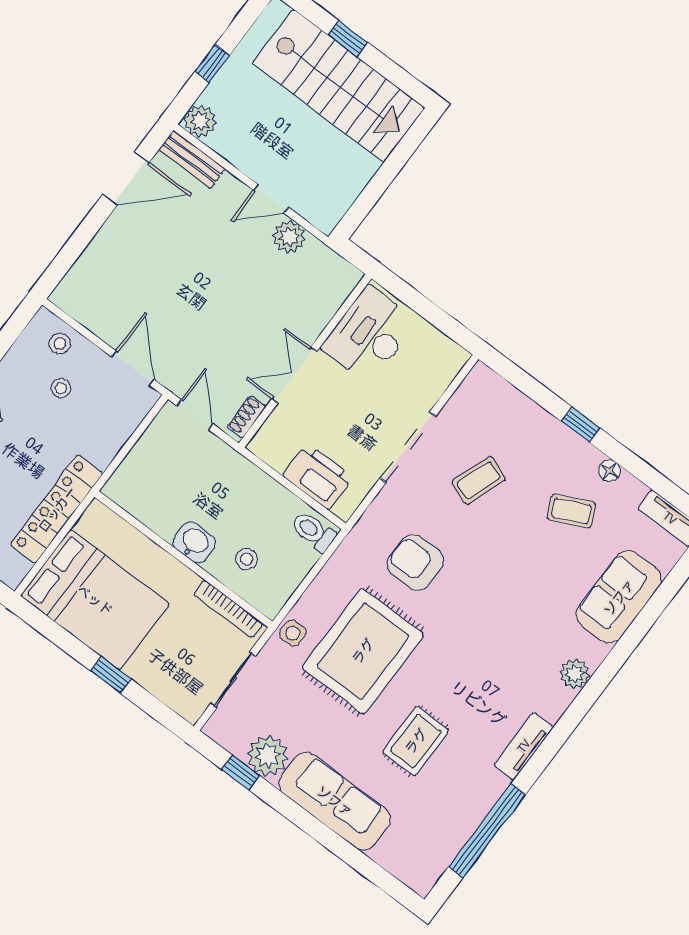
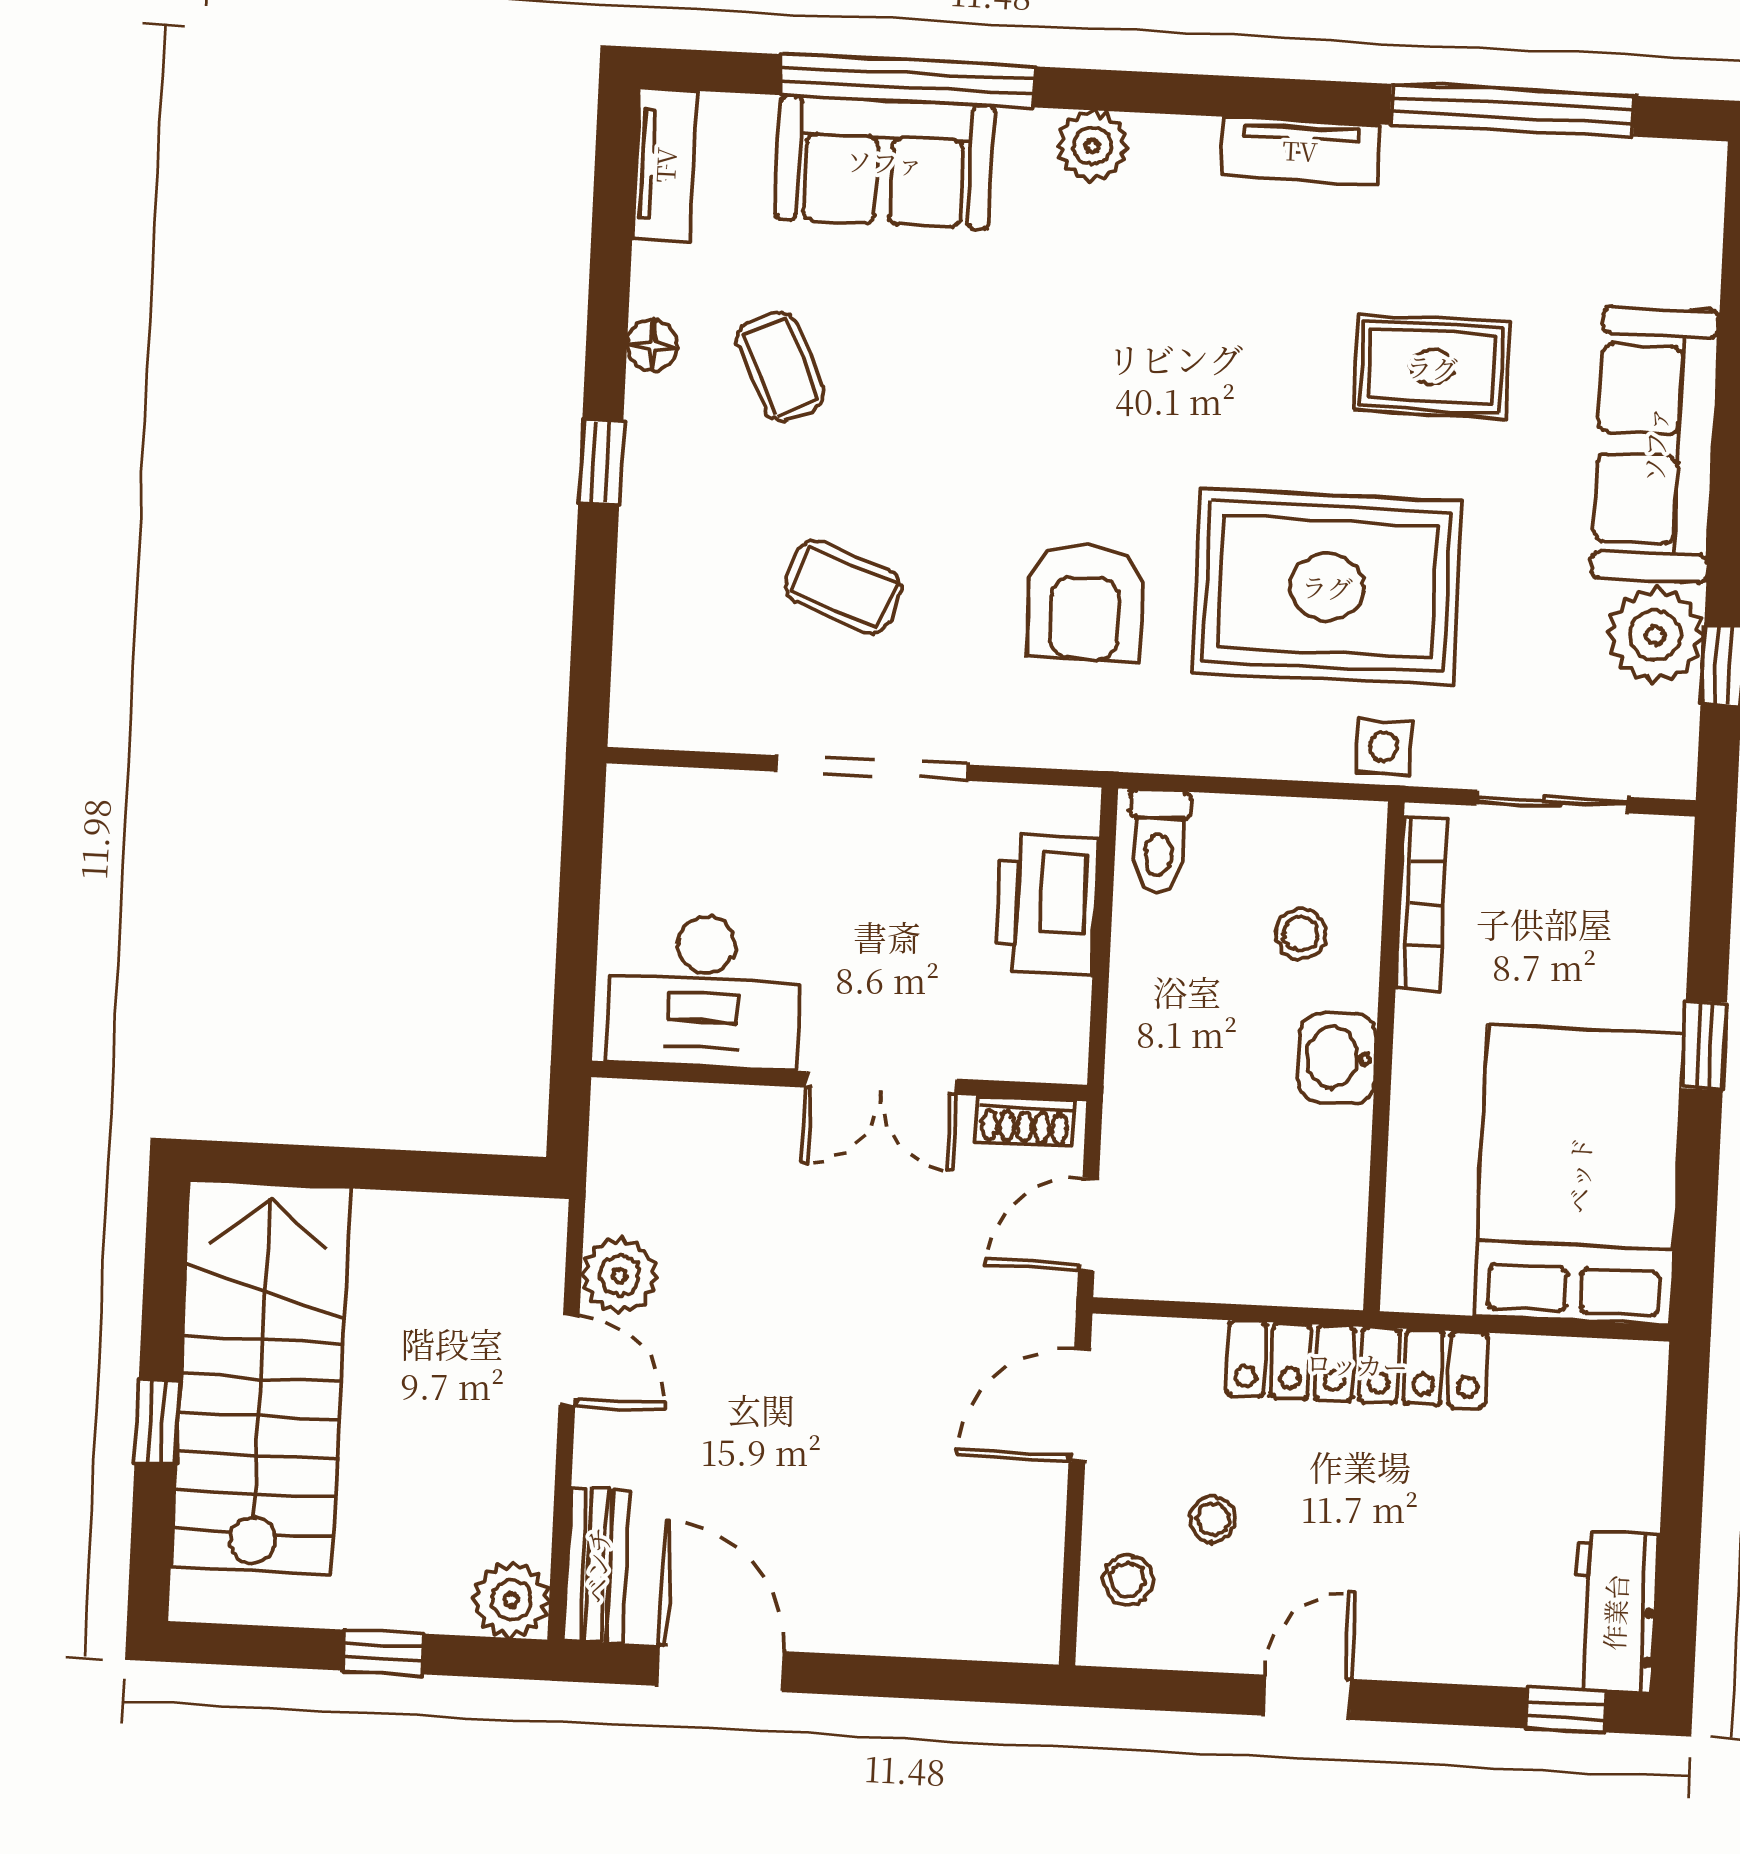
locker: (57, 509) -> (1357, 1364), moved
window: (642, 624) -> (907, 81), added

